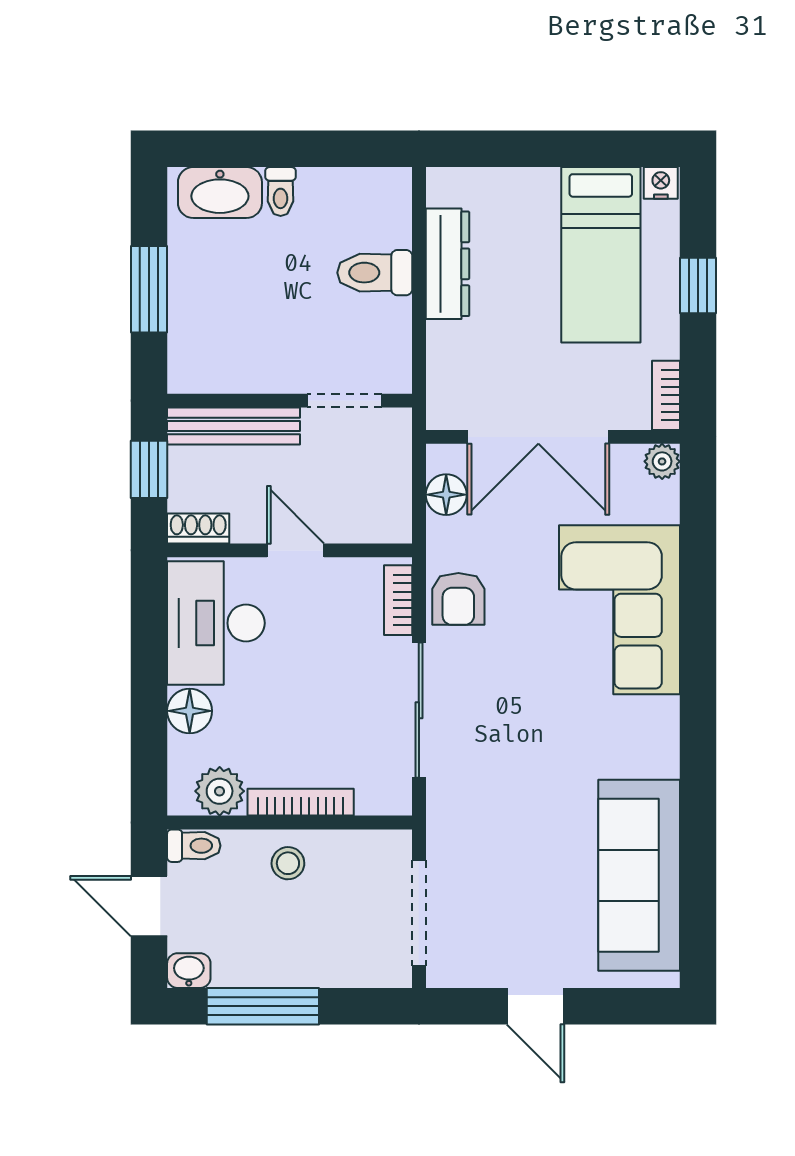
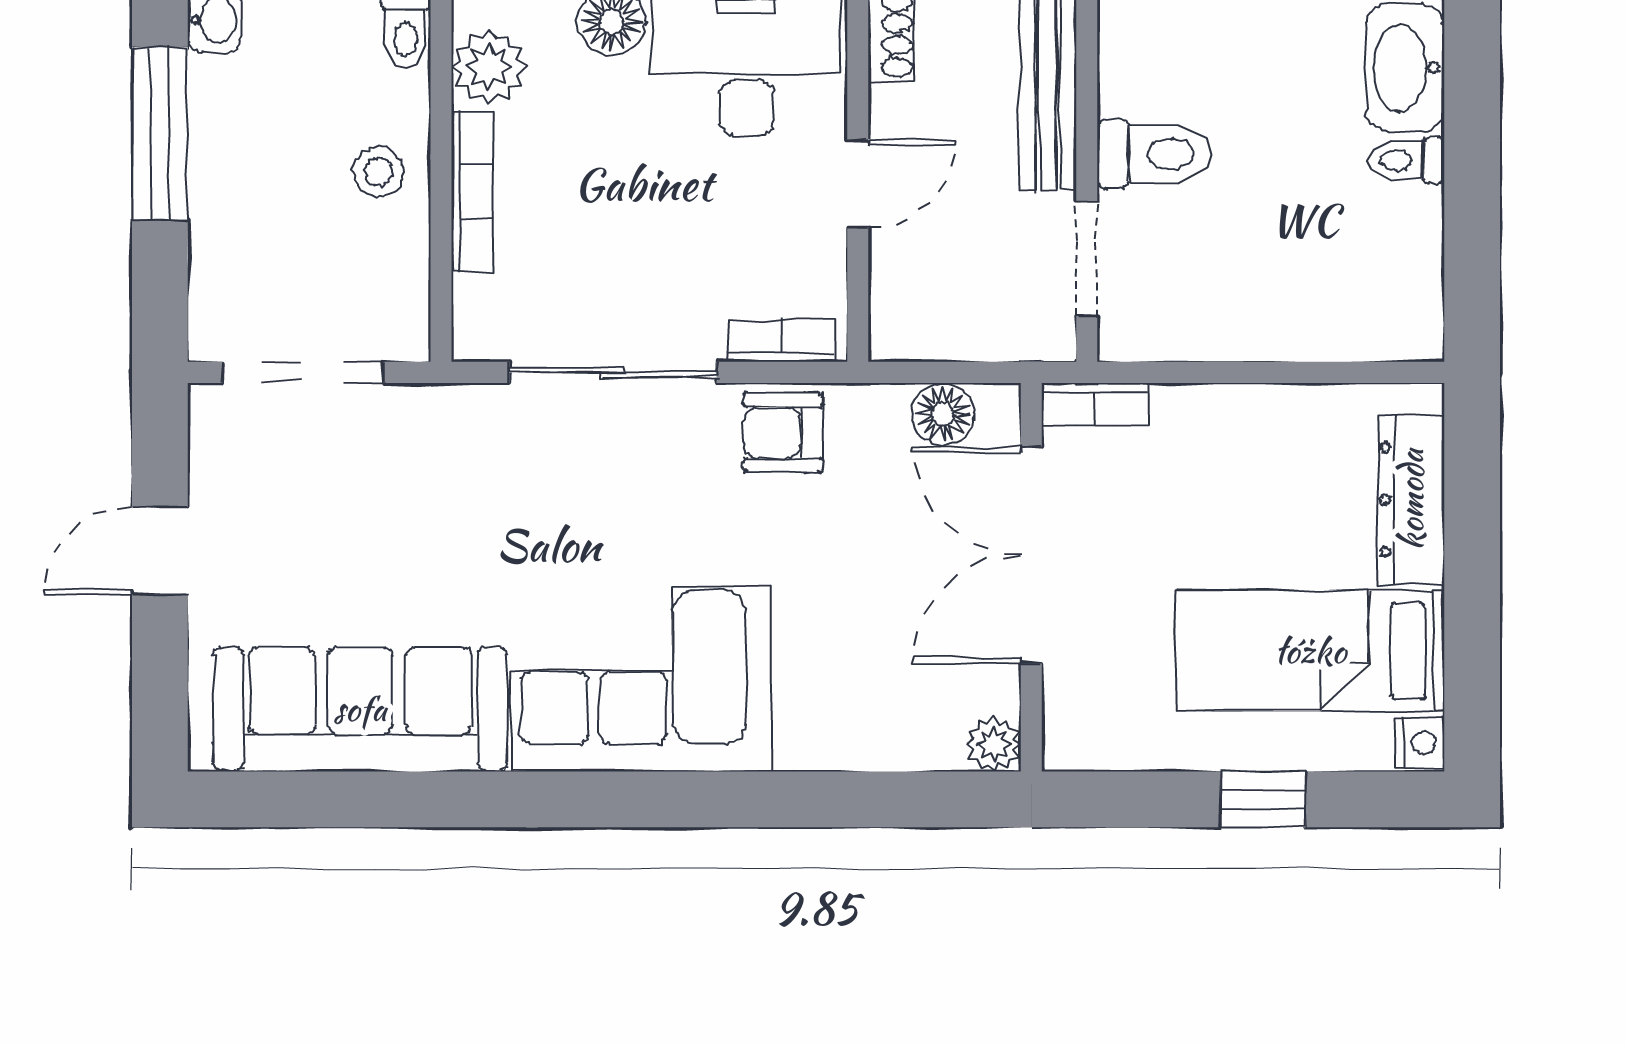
dresser: (447, 264) -> (1411, 500), moved, turned 90
toilet: (375, 273) -> (1155, 154), moved, turned 90
bookcase: (666, 395) -> (1095, 404), moved, turned 180
corner sofa: (619, 610) -> (642, 679), moved

